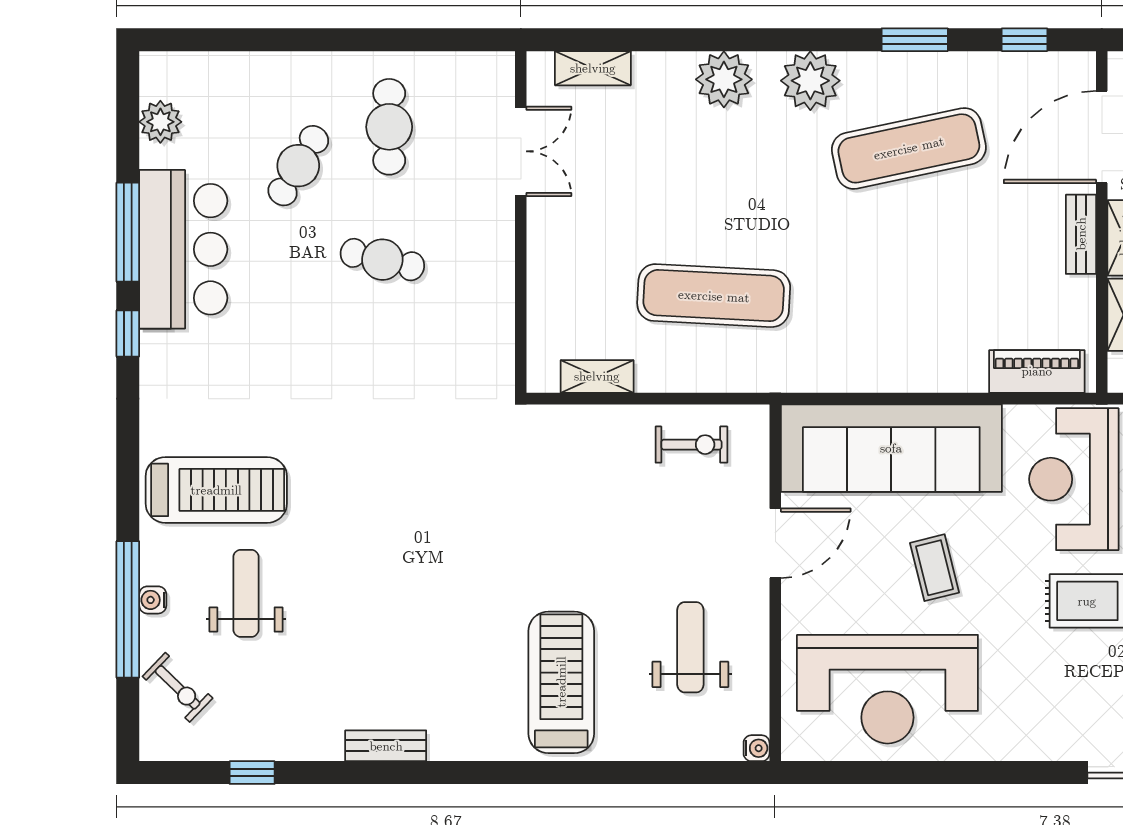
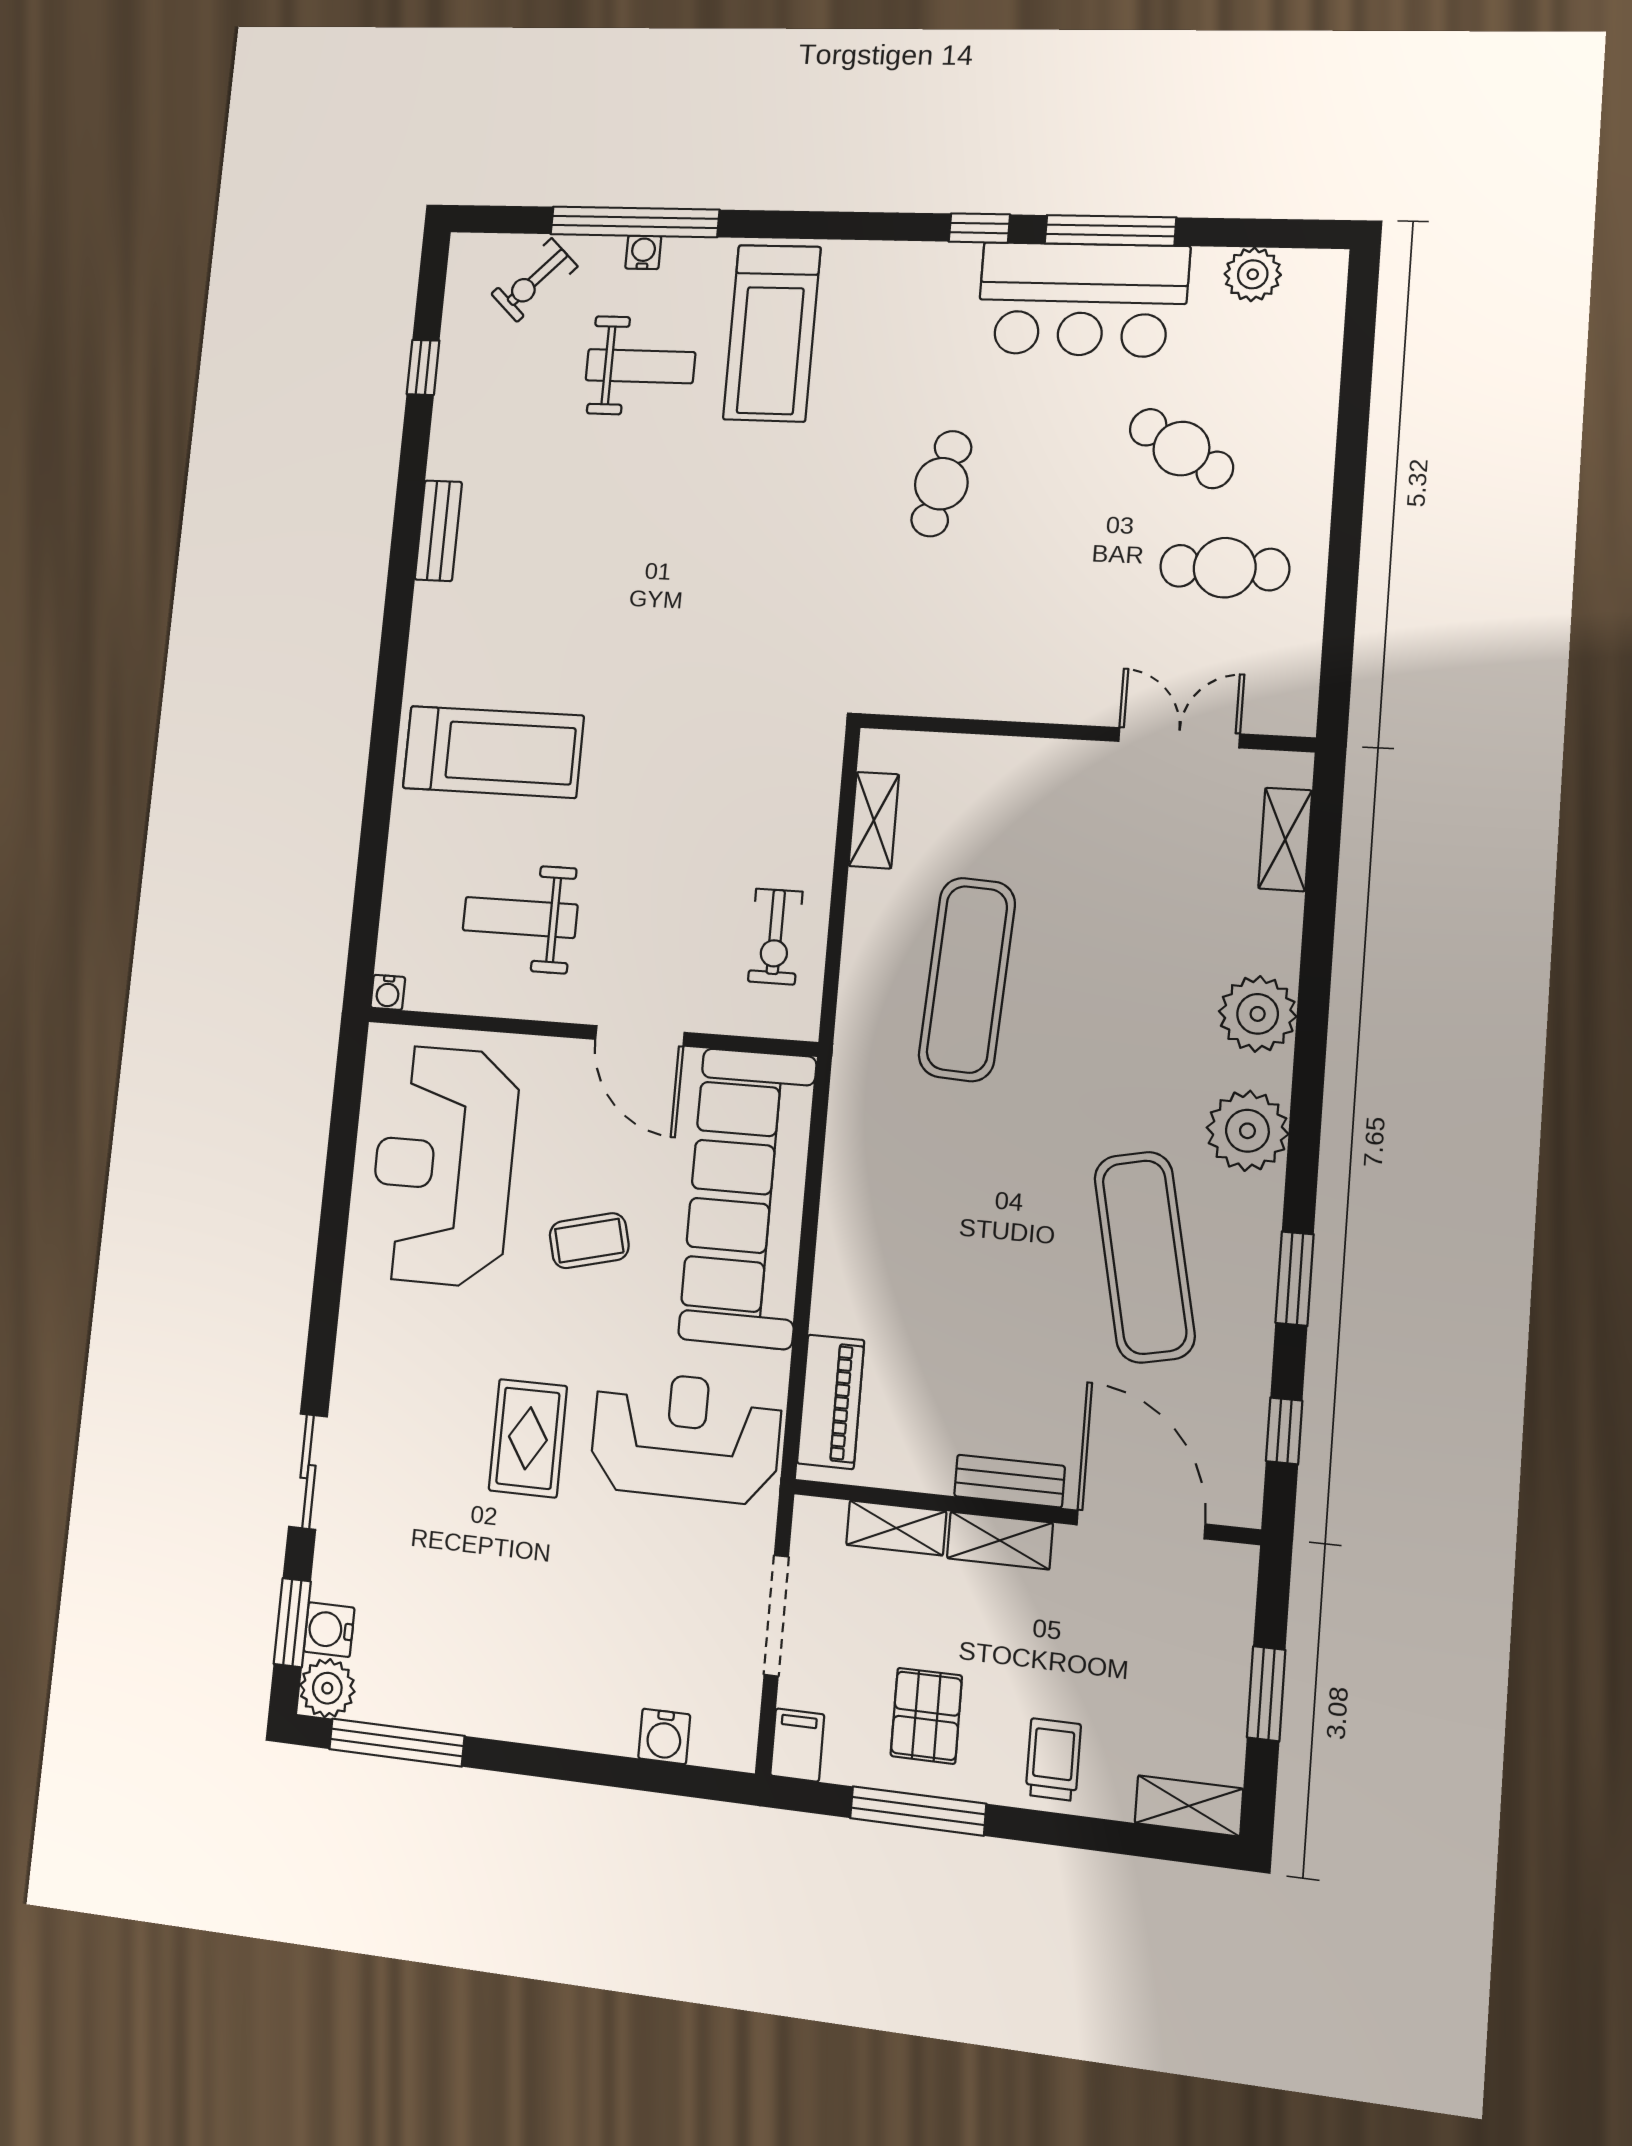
double door: (521, 151) -> (1179, 738), swing flipped
cafe table: (382, 260) -> (941, 484), moved
weight bench: (690, 647) -> (520, 917), turned 180

